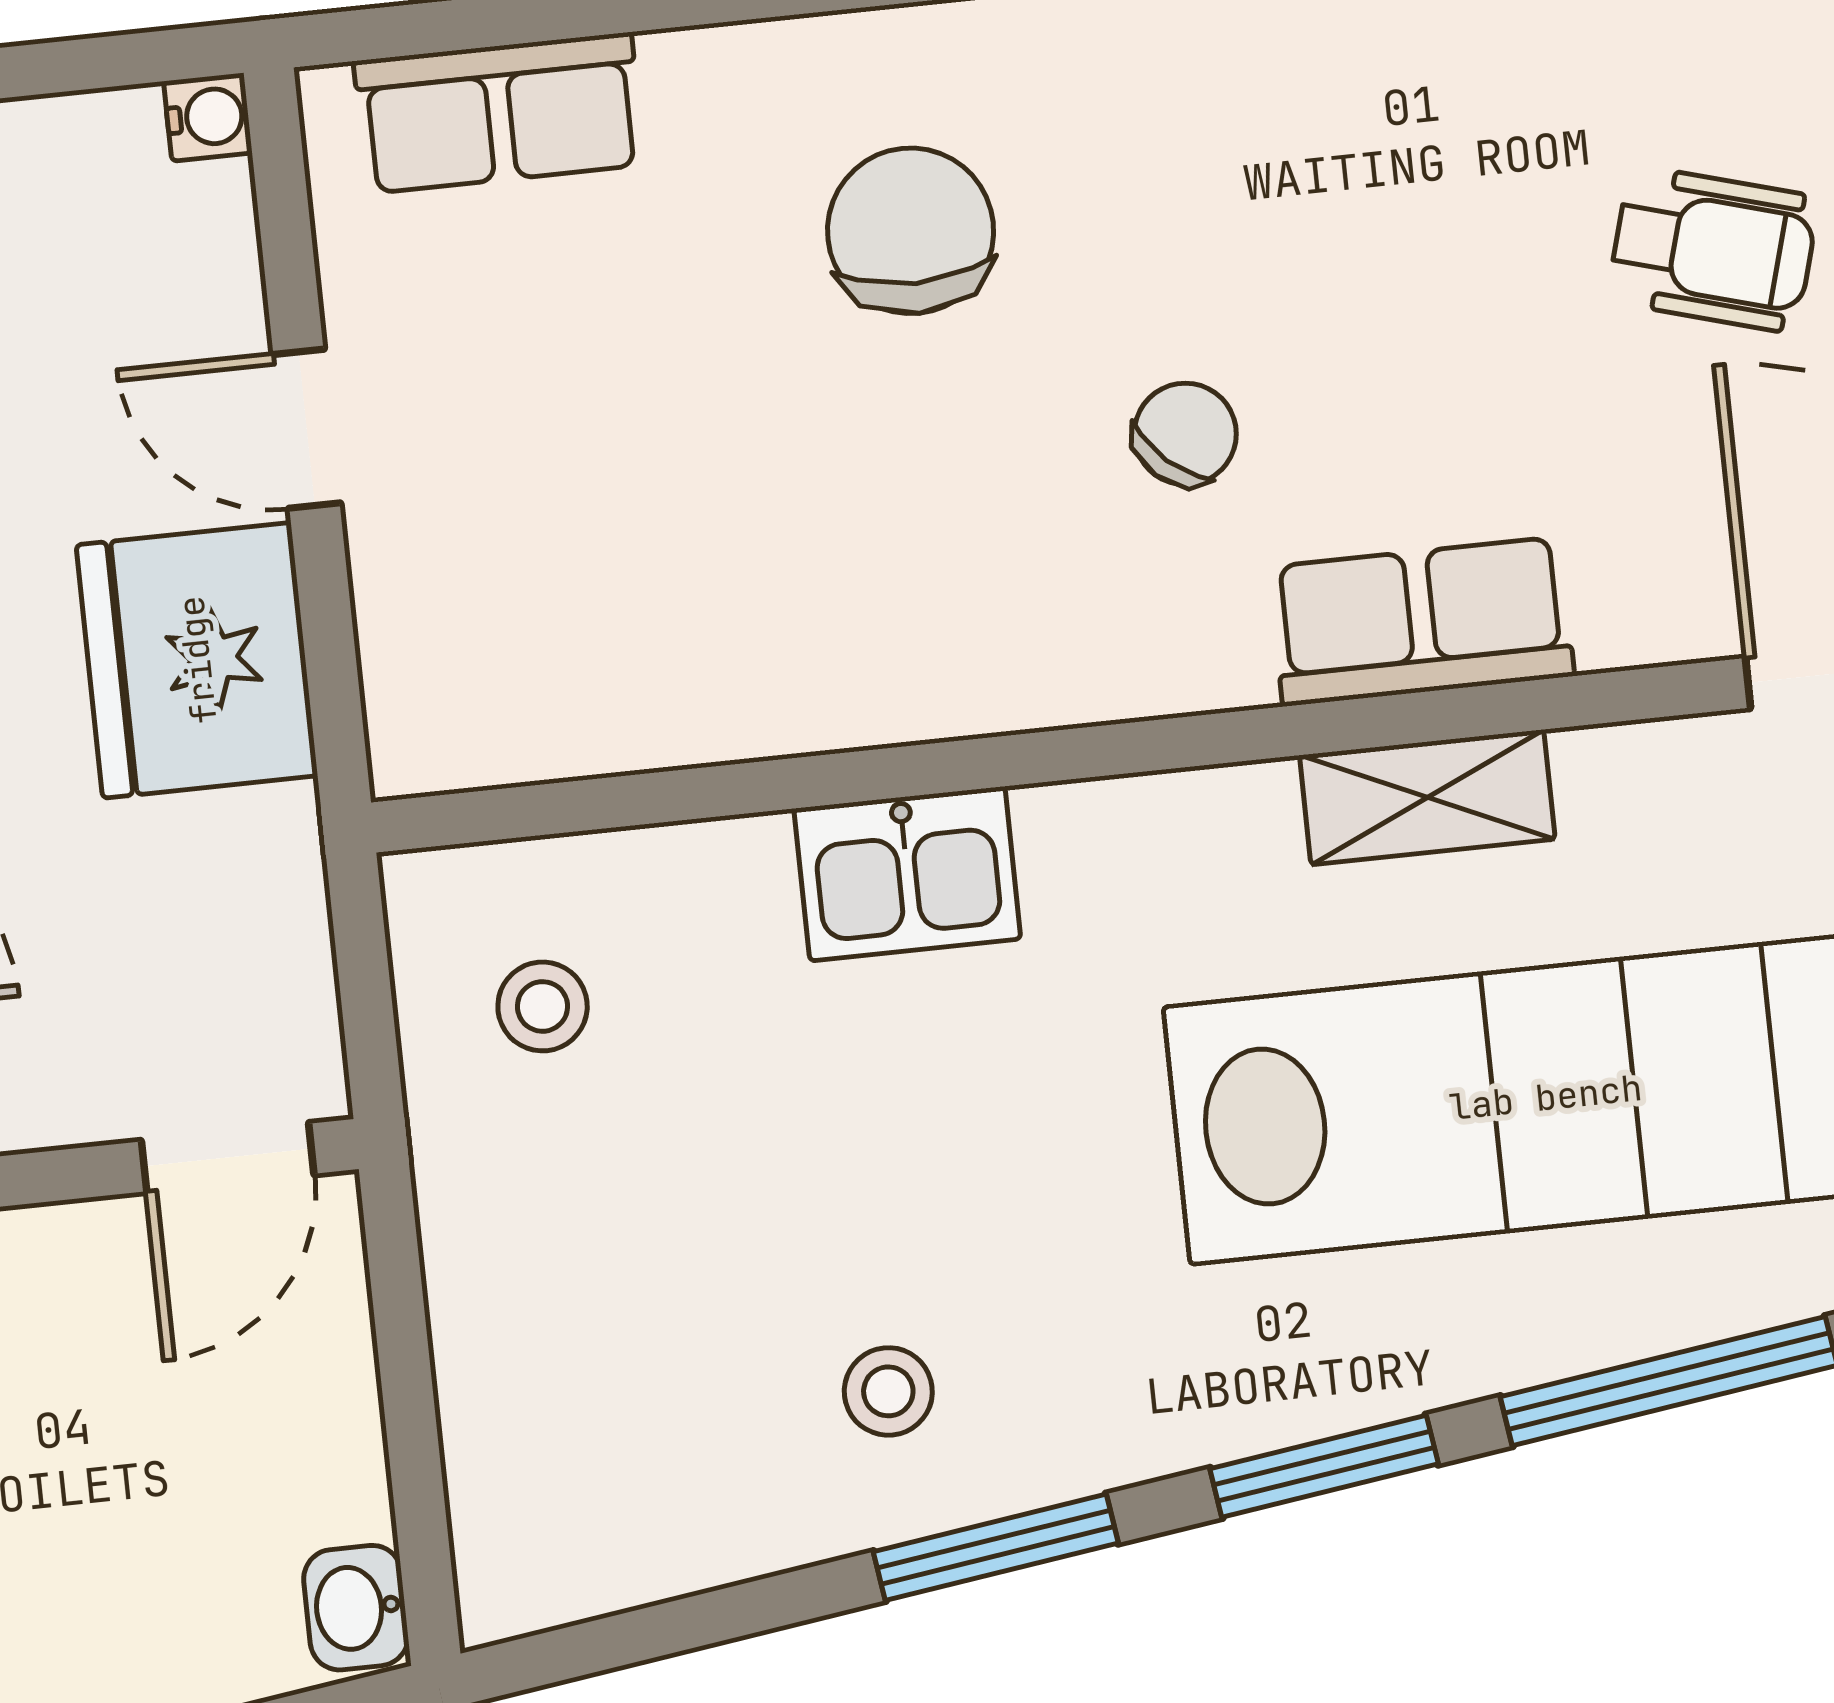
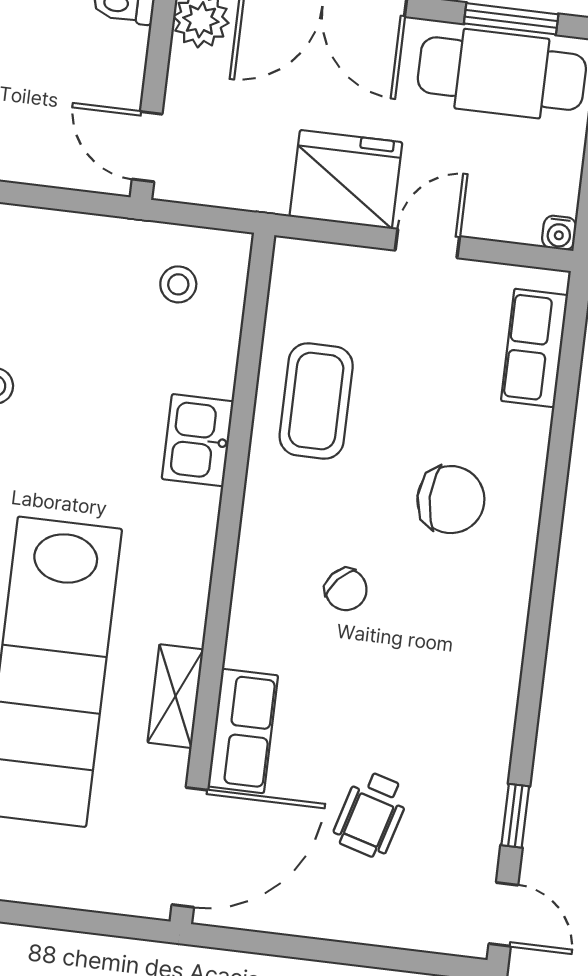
coffee table: (747, 610) -> (316, 401), added
row of seats: (1421, 621) -> (243, 731), moved
shelving: (1427, 797) -> (176, 696), moved

